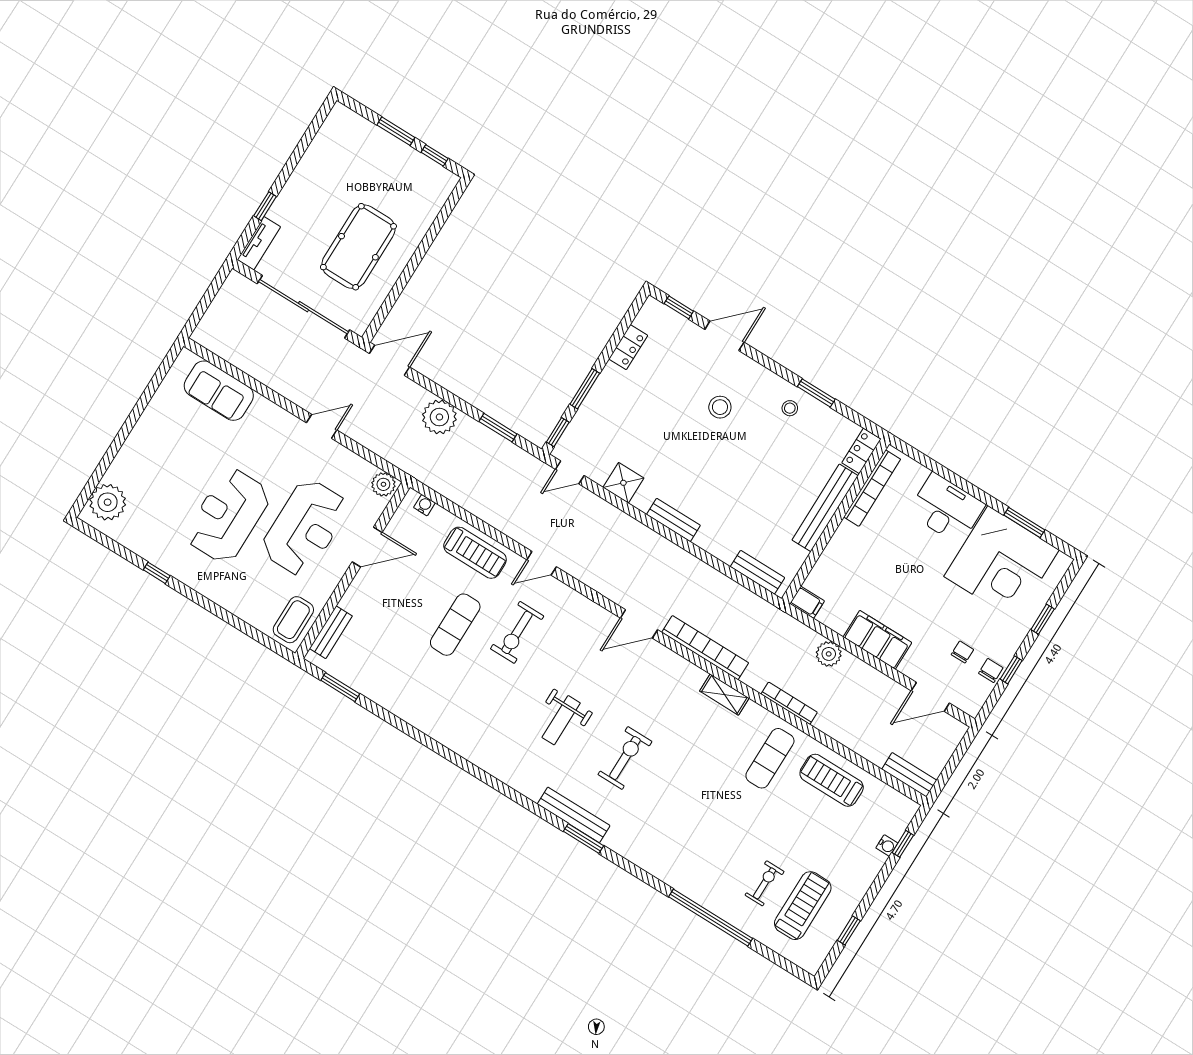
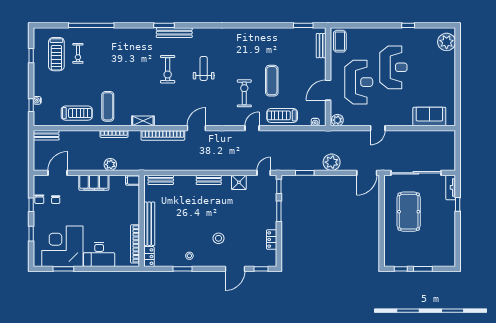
reception desk: (305, 528) -> (359, 82), turned 180

